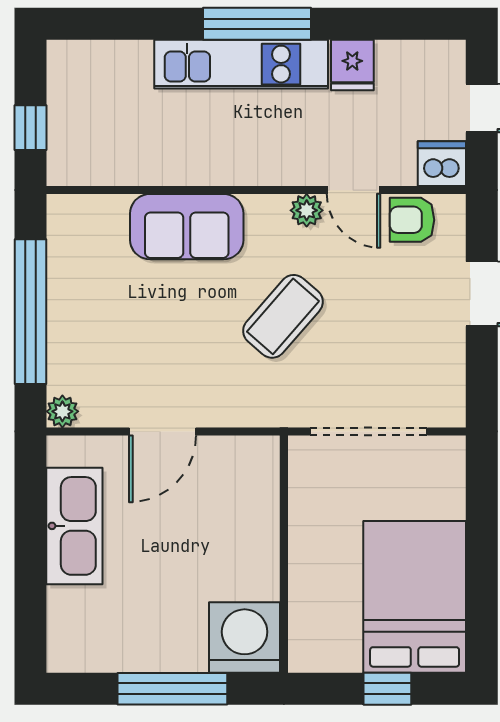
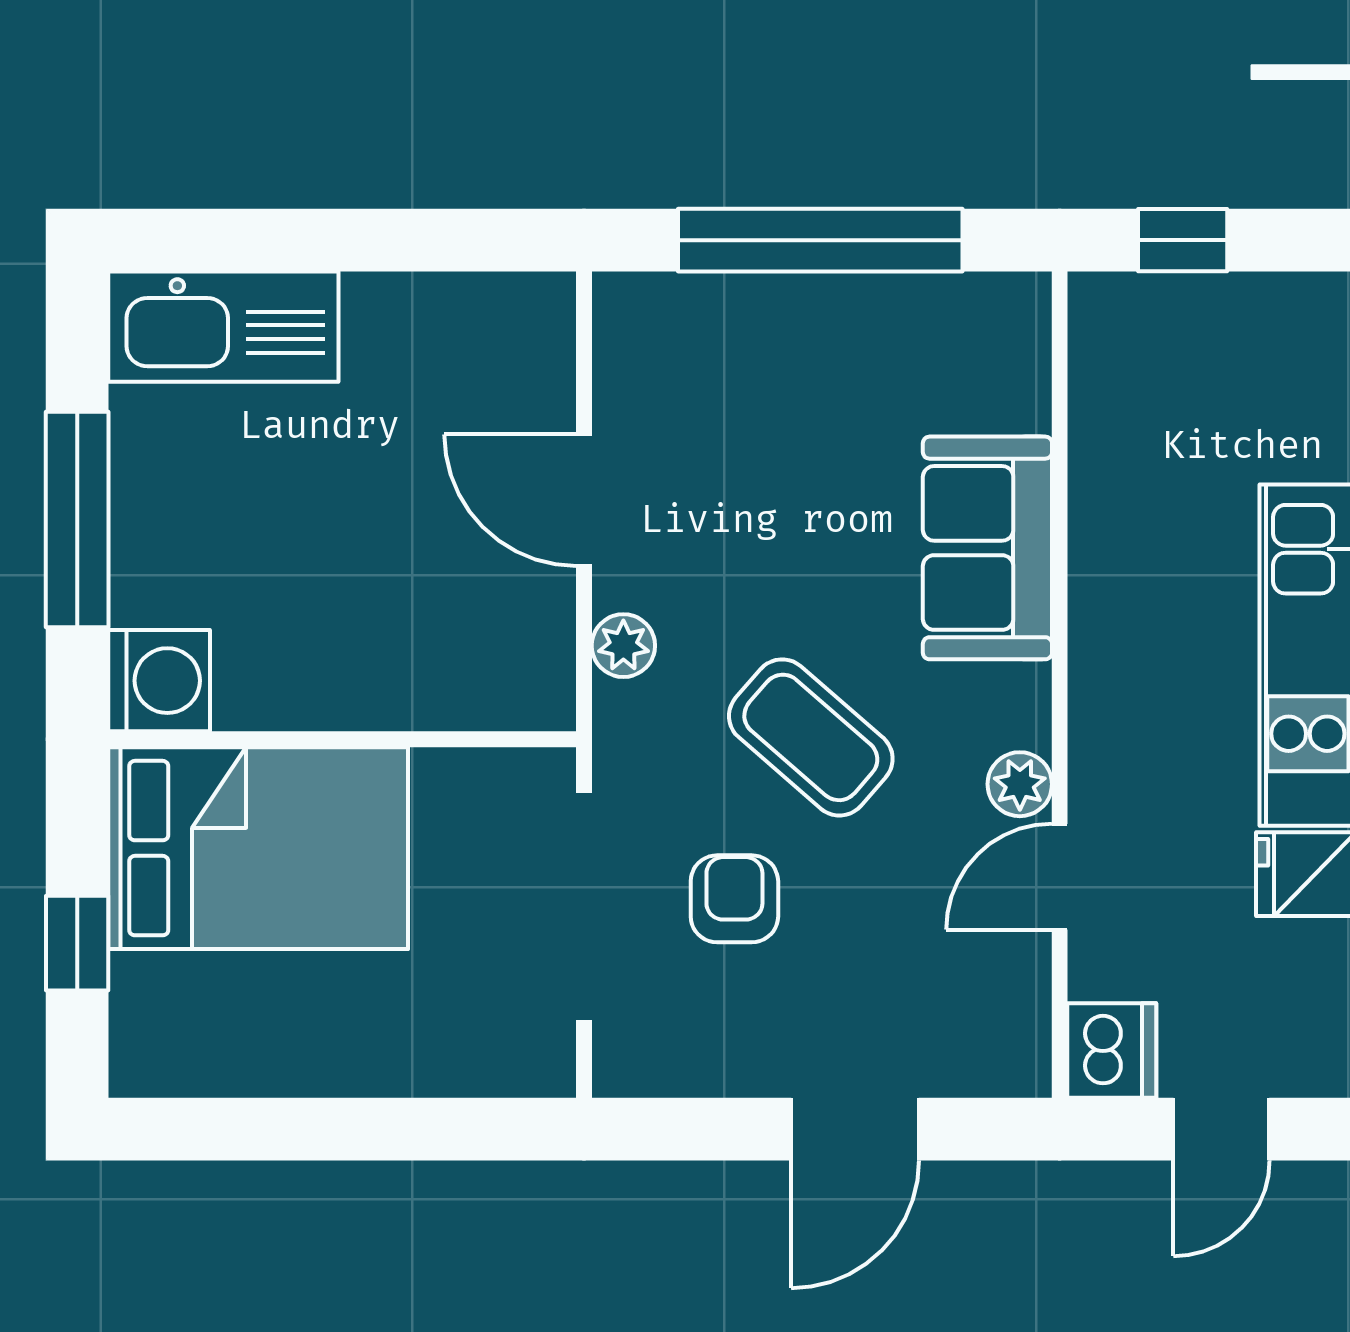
armchair: (412, 220) -> (734, 899), moved
plant: (62, 411) -> (623, 646), moved
kitchen sink: (74, 526) -> (223, 327), moved
bed: (415, 597) -> (258, 848), moved
washing machine: (245, 638) -> (159, 681), width x0.73, depth x0.73

